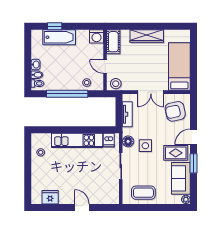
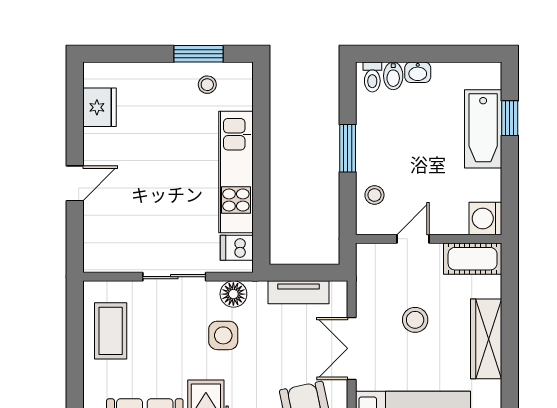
stool: (116, 84) -> (415, 320), moved
window: (67, 94) -> (348, 148), width x0.47
window: (28, 156) -> (198, 54), added

